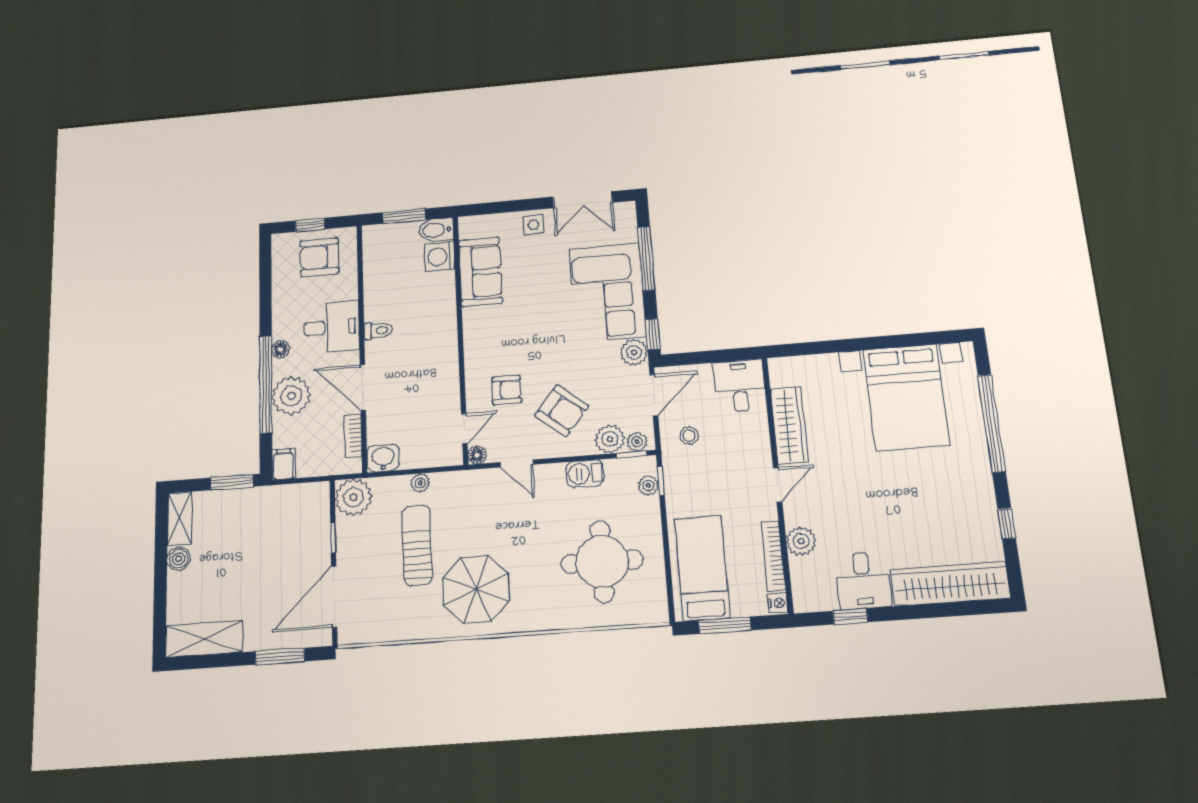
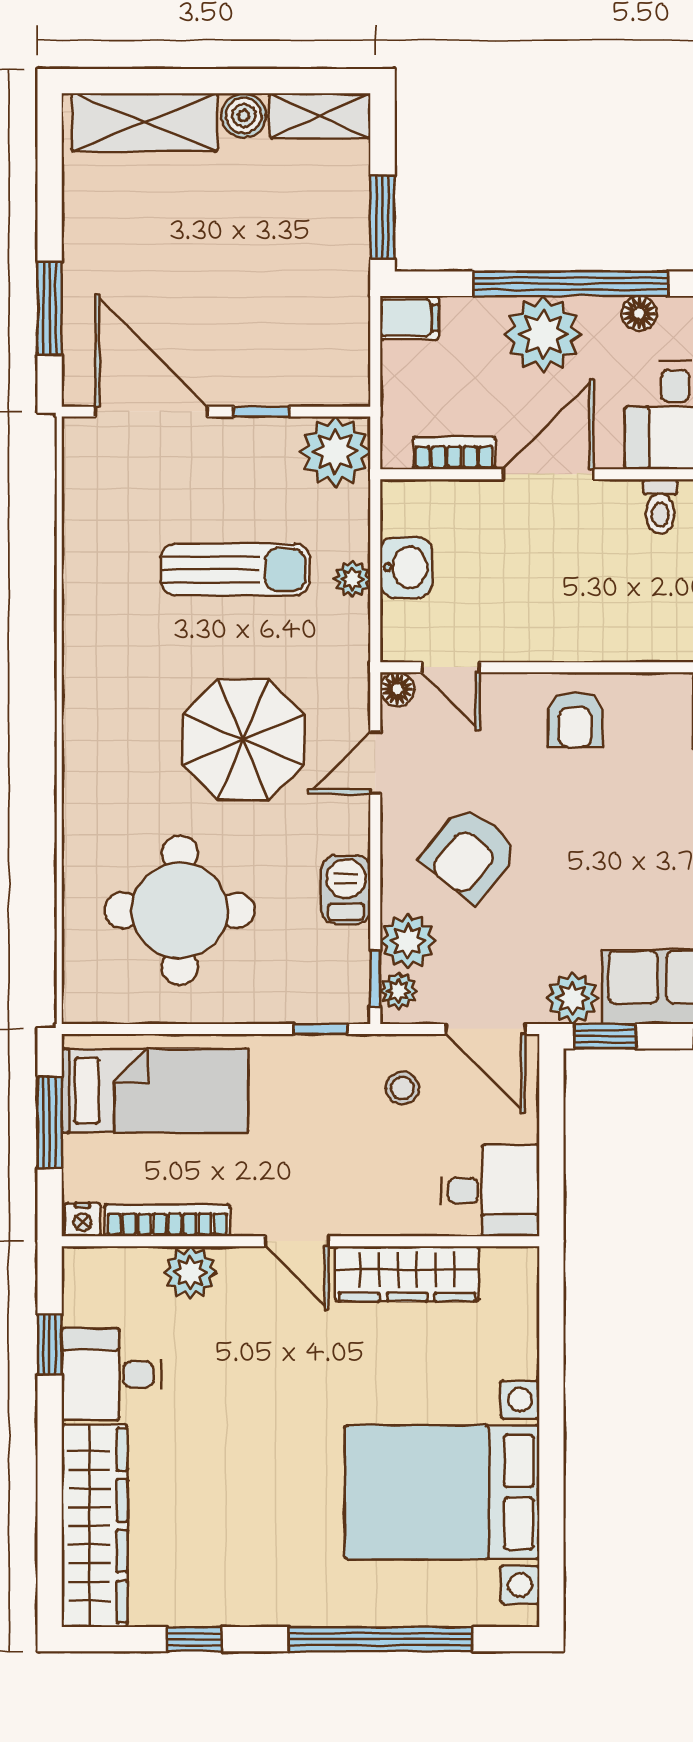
armchair: (507, 390) -> (575, 720), moved
washbasin: (383, 458) -> (406, 567), moved
plant: (648, 485) -> (314, 1005), removed
parasol: (476, 589) -> (243, 740), moved
shelving: (204, 639) -> (145, 122), moved, turned 90

